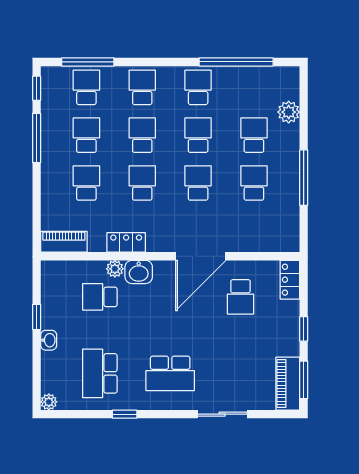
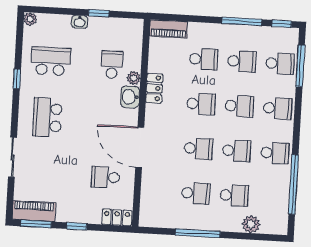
piano: (64, 242) -> (168, 29), moved, turned 90

